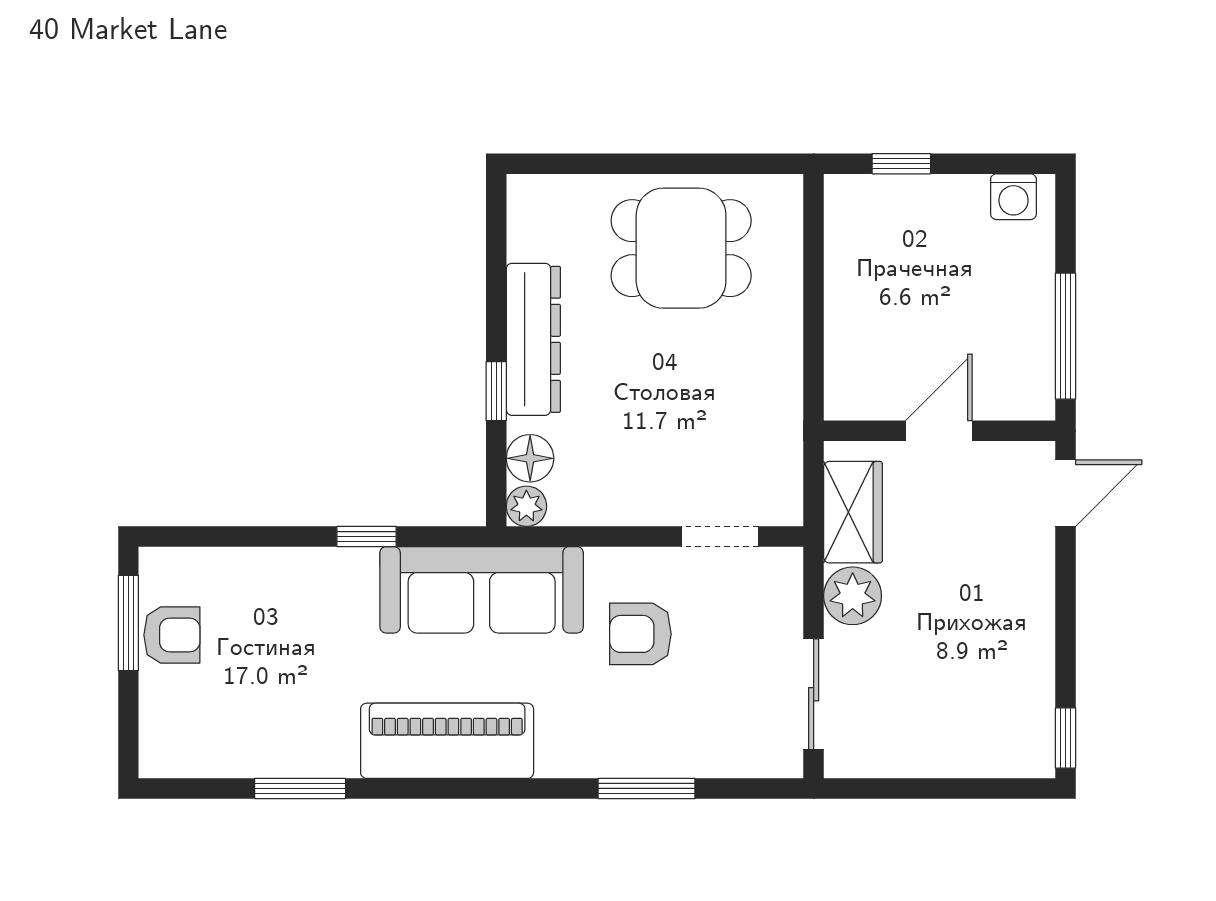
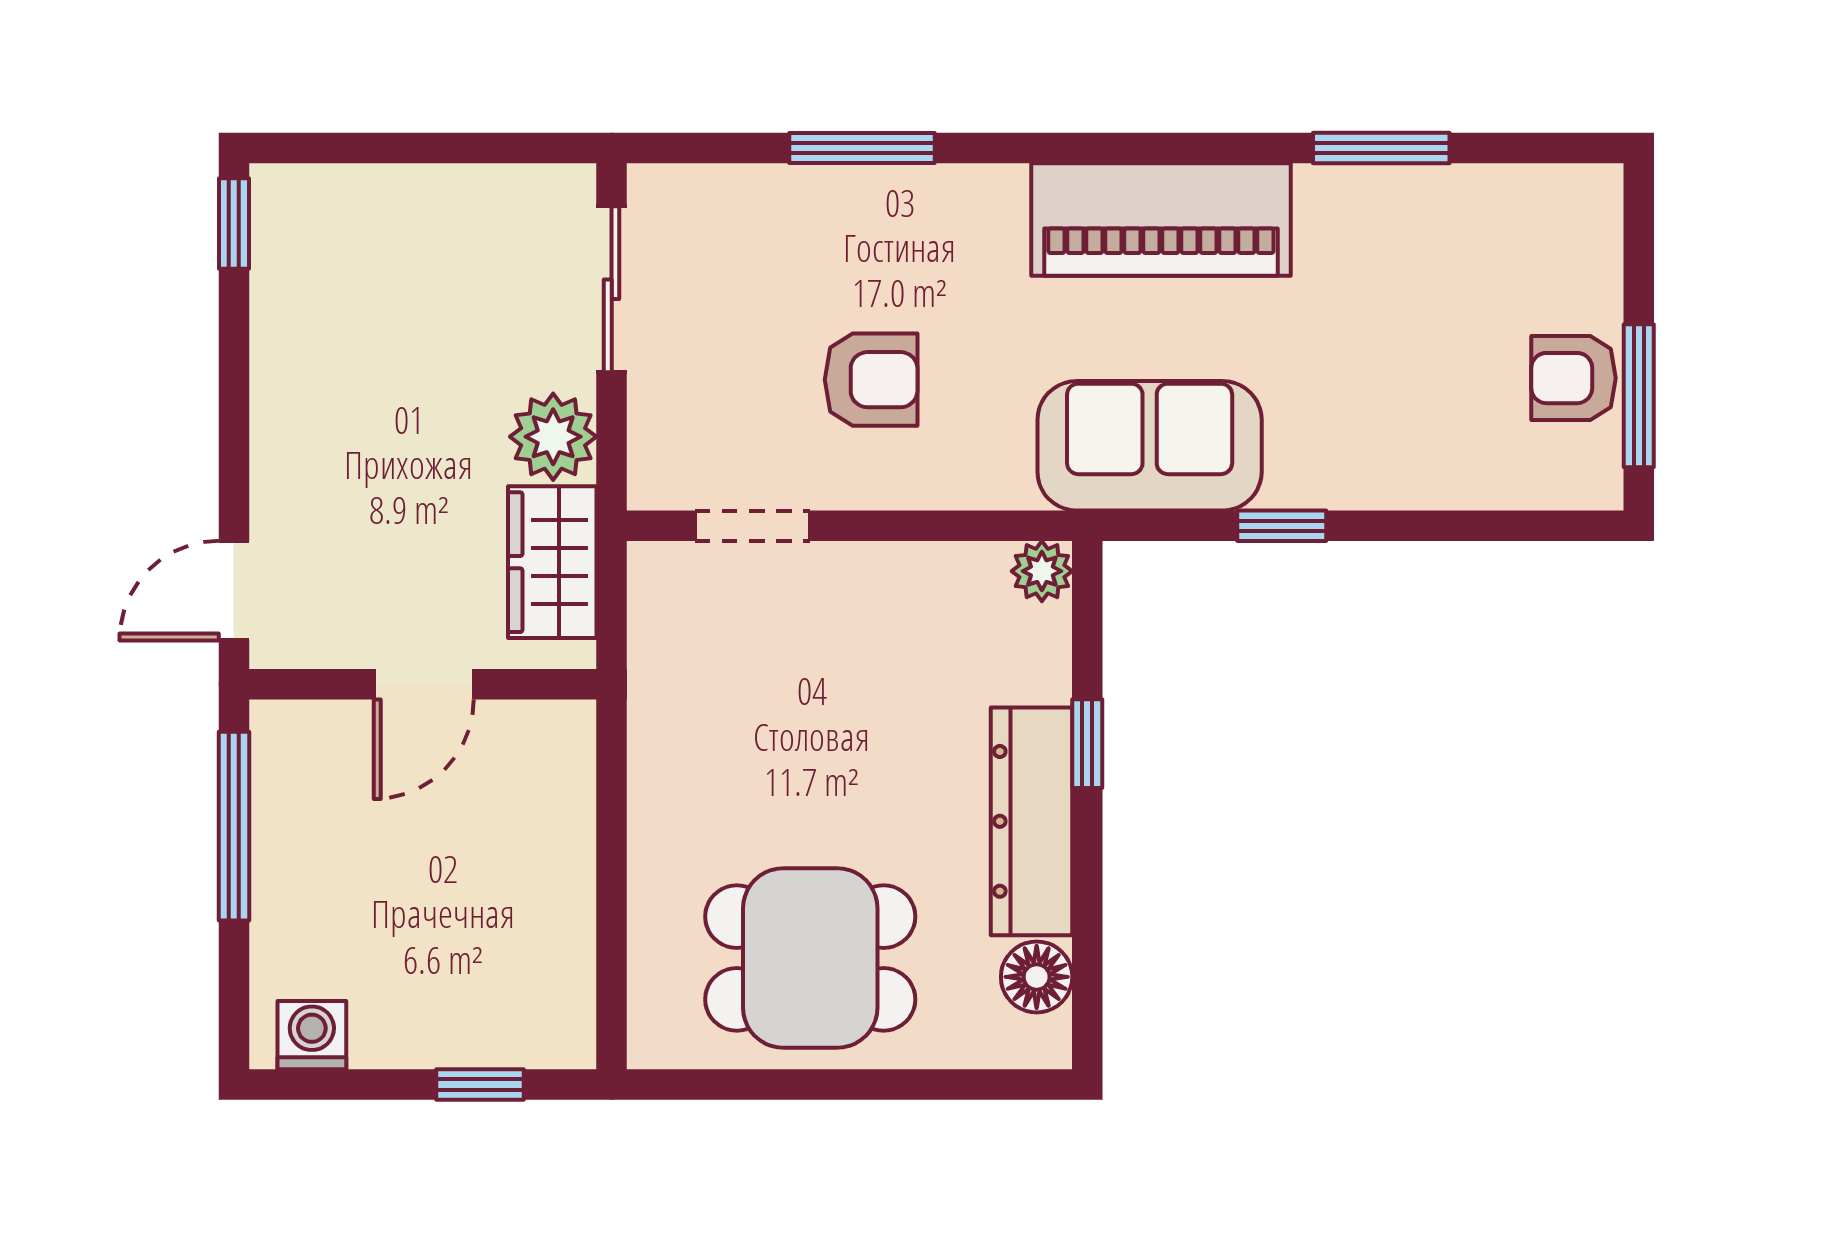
floor lamp: (530, 458) -> (1037, 977), moved
sofa: (482, 590) -> (1150, 446), width x0.73

